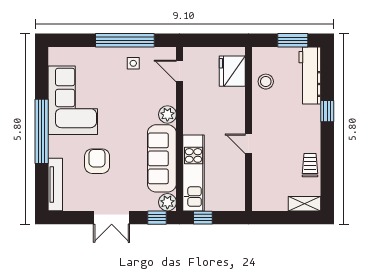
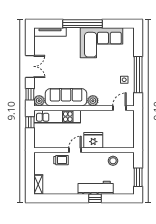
fridge: (232, 71) -> (93, 140), moved
workbench: (310, 75) -> (96, 188), moved
armchair: (97, 161) -> (64, 58), removed
trolley: (310, 165) -> (61, 160), moved
double door: (112, 218) -> (30, 66), swing flipped

